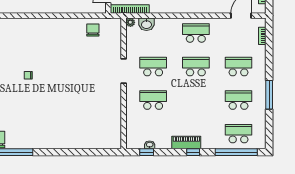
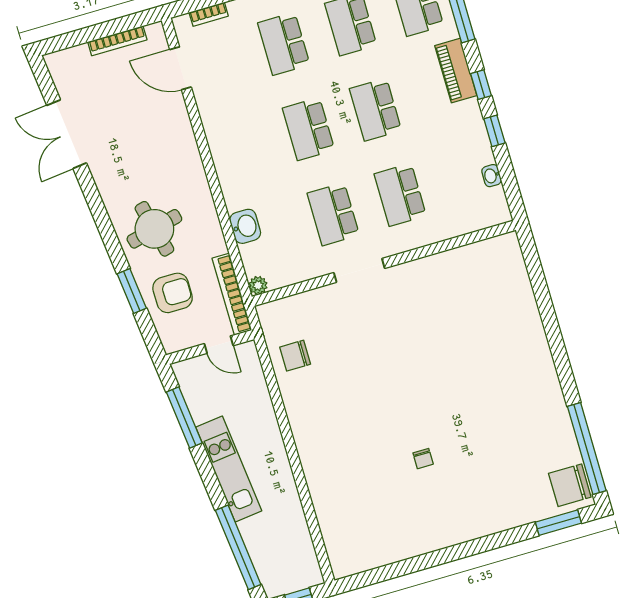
washbasin: (146, 24) -> (245, 226), moved
school desk: (196, 33) -> (375, 110), moved
piano: (186, 142) -> (456, 71), moved
window: (147, 152) -> (494, 131), moved

